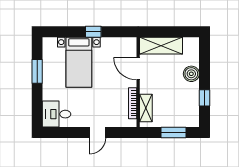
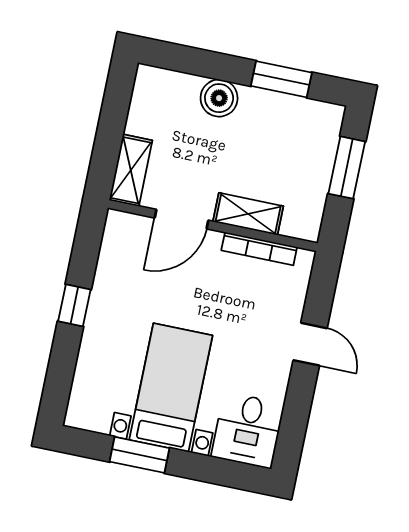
shelving: (161, 46) -> (131, 170), width x0.67, depth x0.75
bed with nightstands: (79, 62) -> (171, 388), moved, turned -90
window: (204, 98) -> (281, 79), width x1.50
shelving: (146, 108) -> (248, 214), moved

